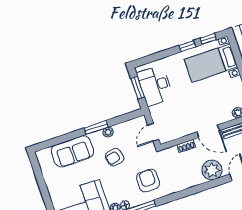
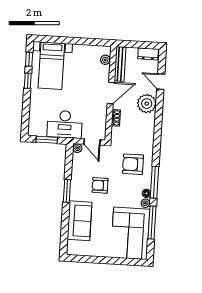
desk: (155, 86) -> (65, 124), moved
plant: (108, 132) -> (77, 148), moved
armchair: (115, 157) -> (100, 185), turned 101

